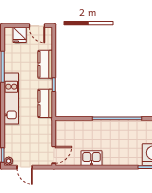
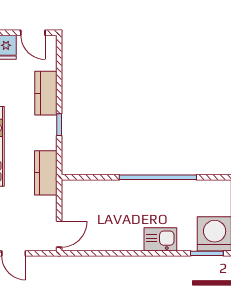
kitchen counter: (45, 103) -> (46, 173), moved
kitchen sink: (92, 158) -> (160, 239), moved

